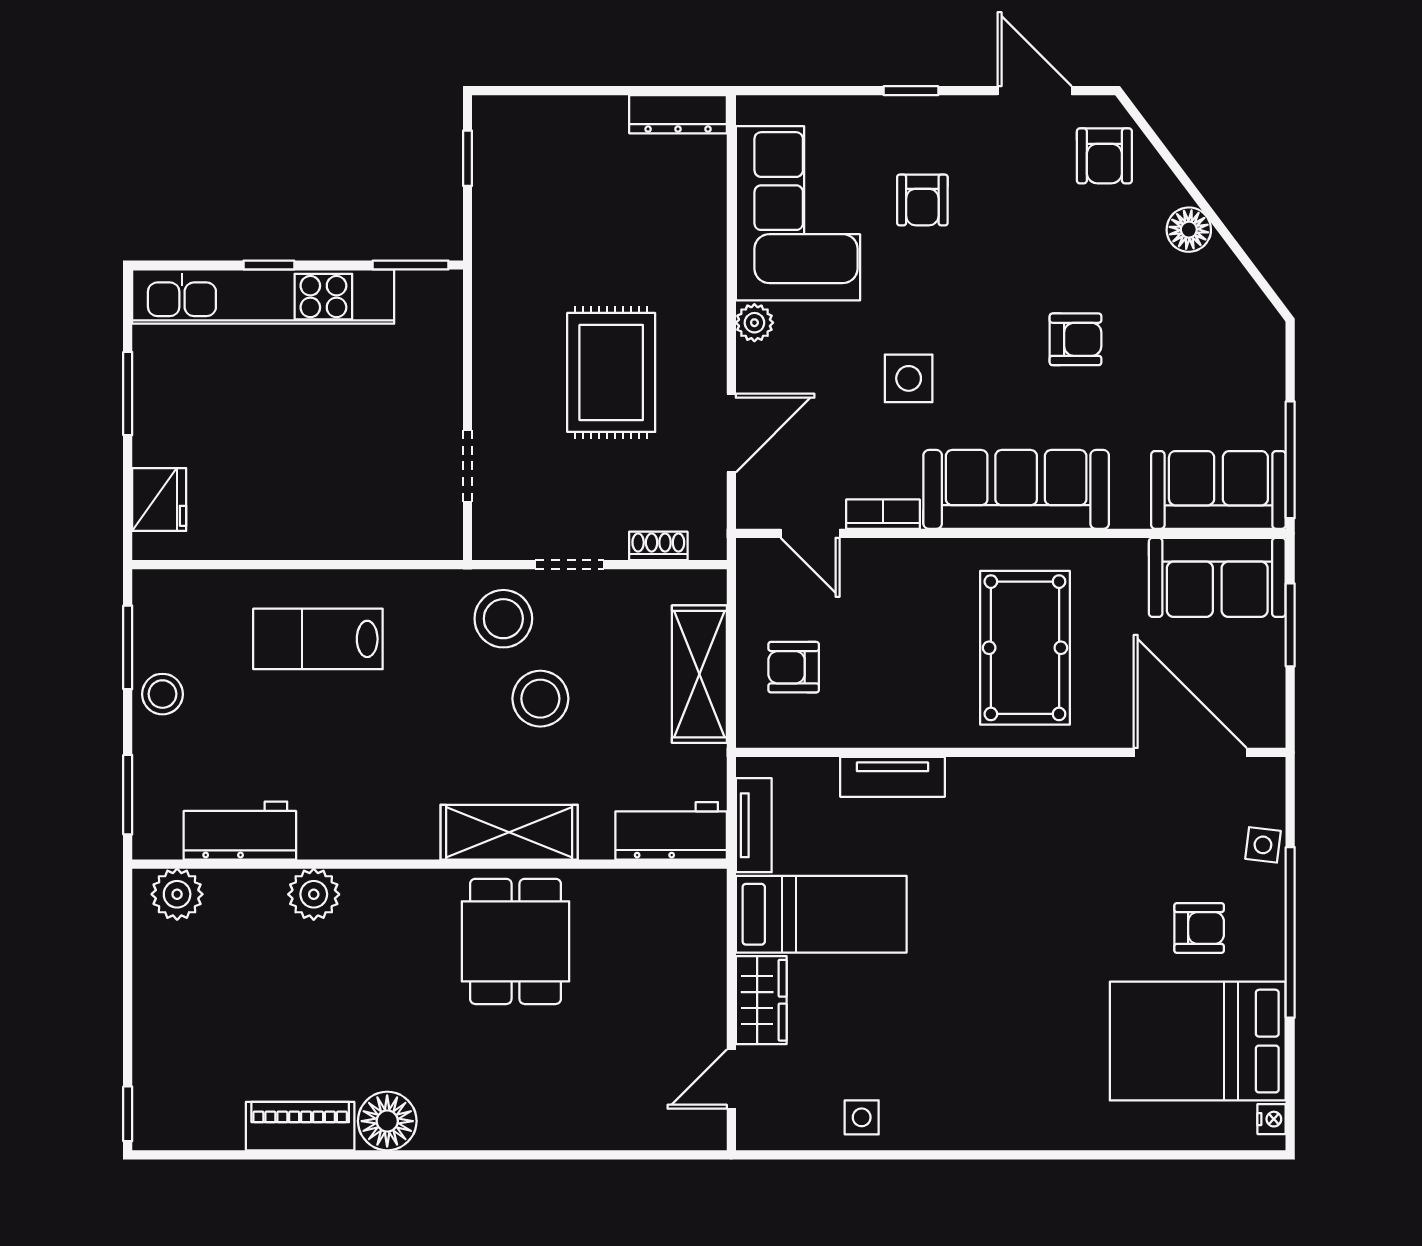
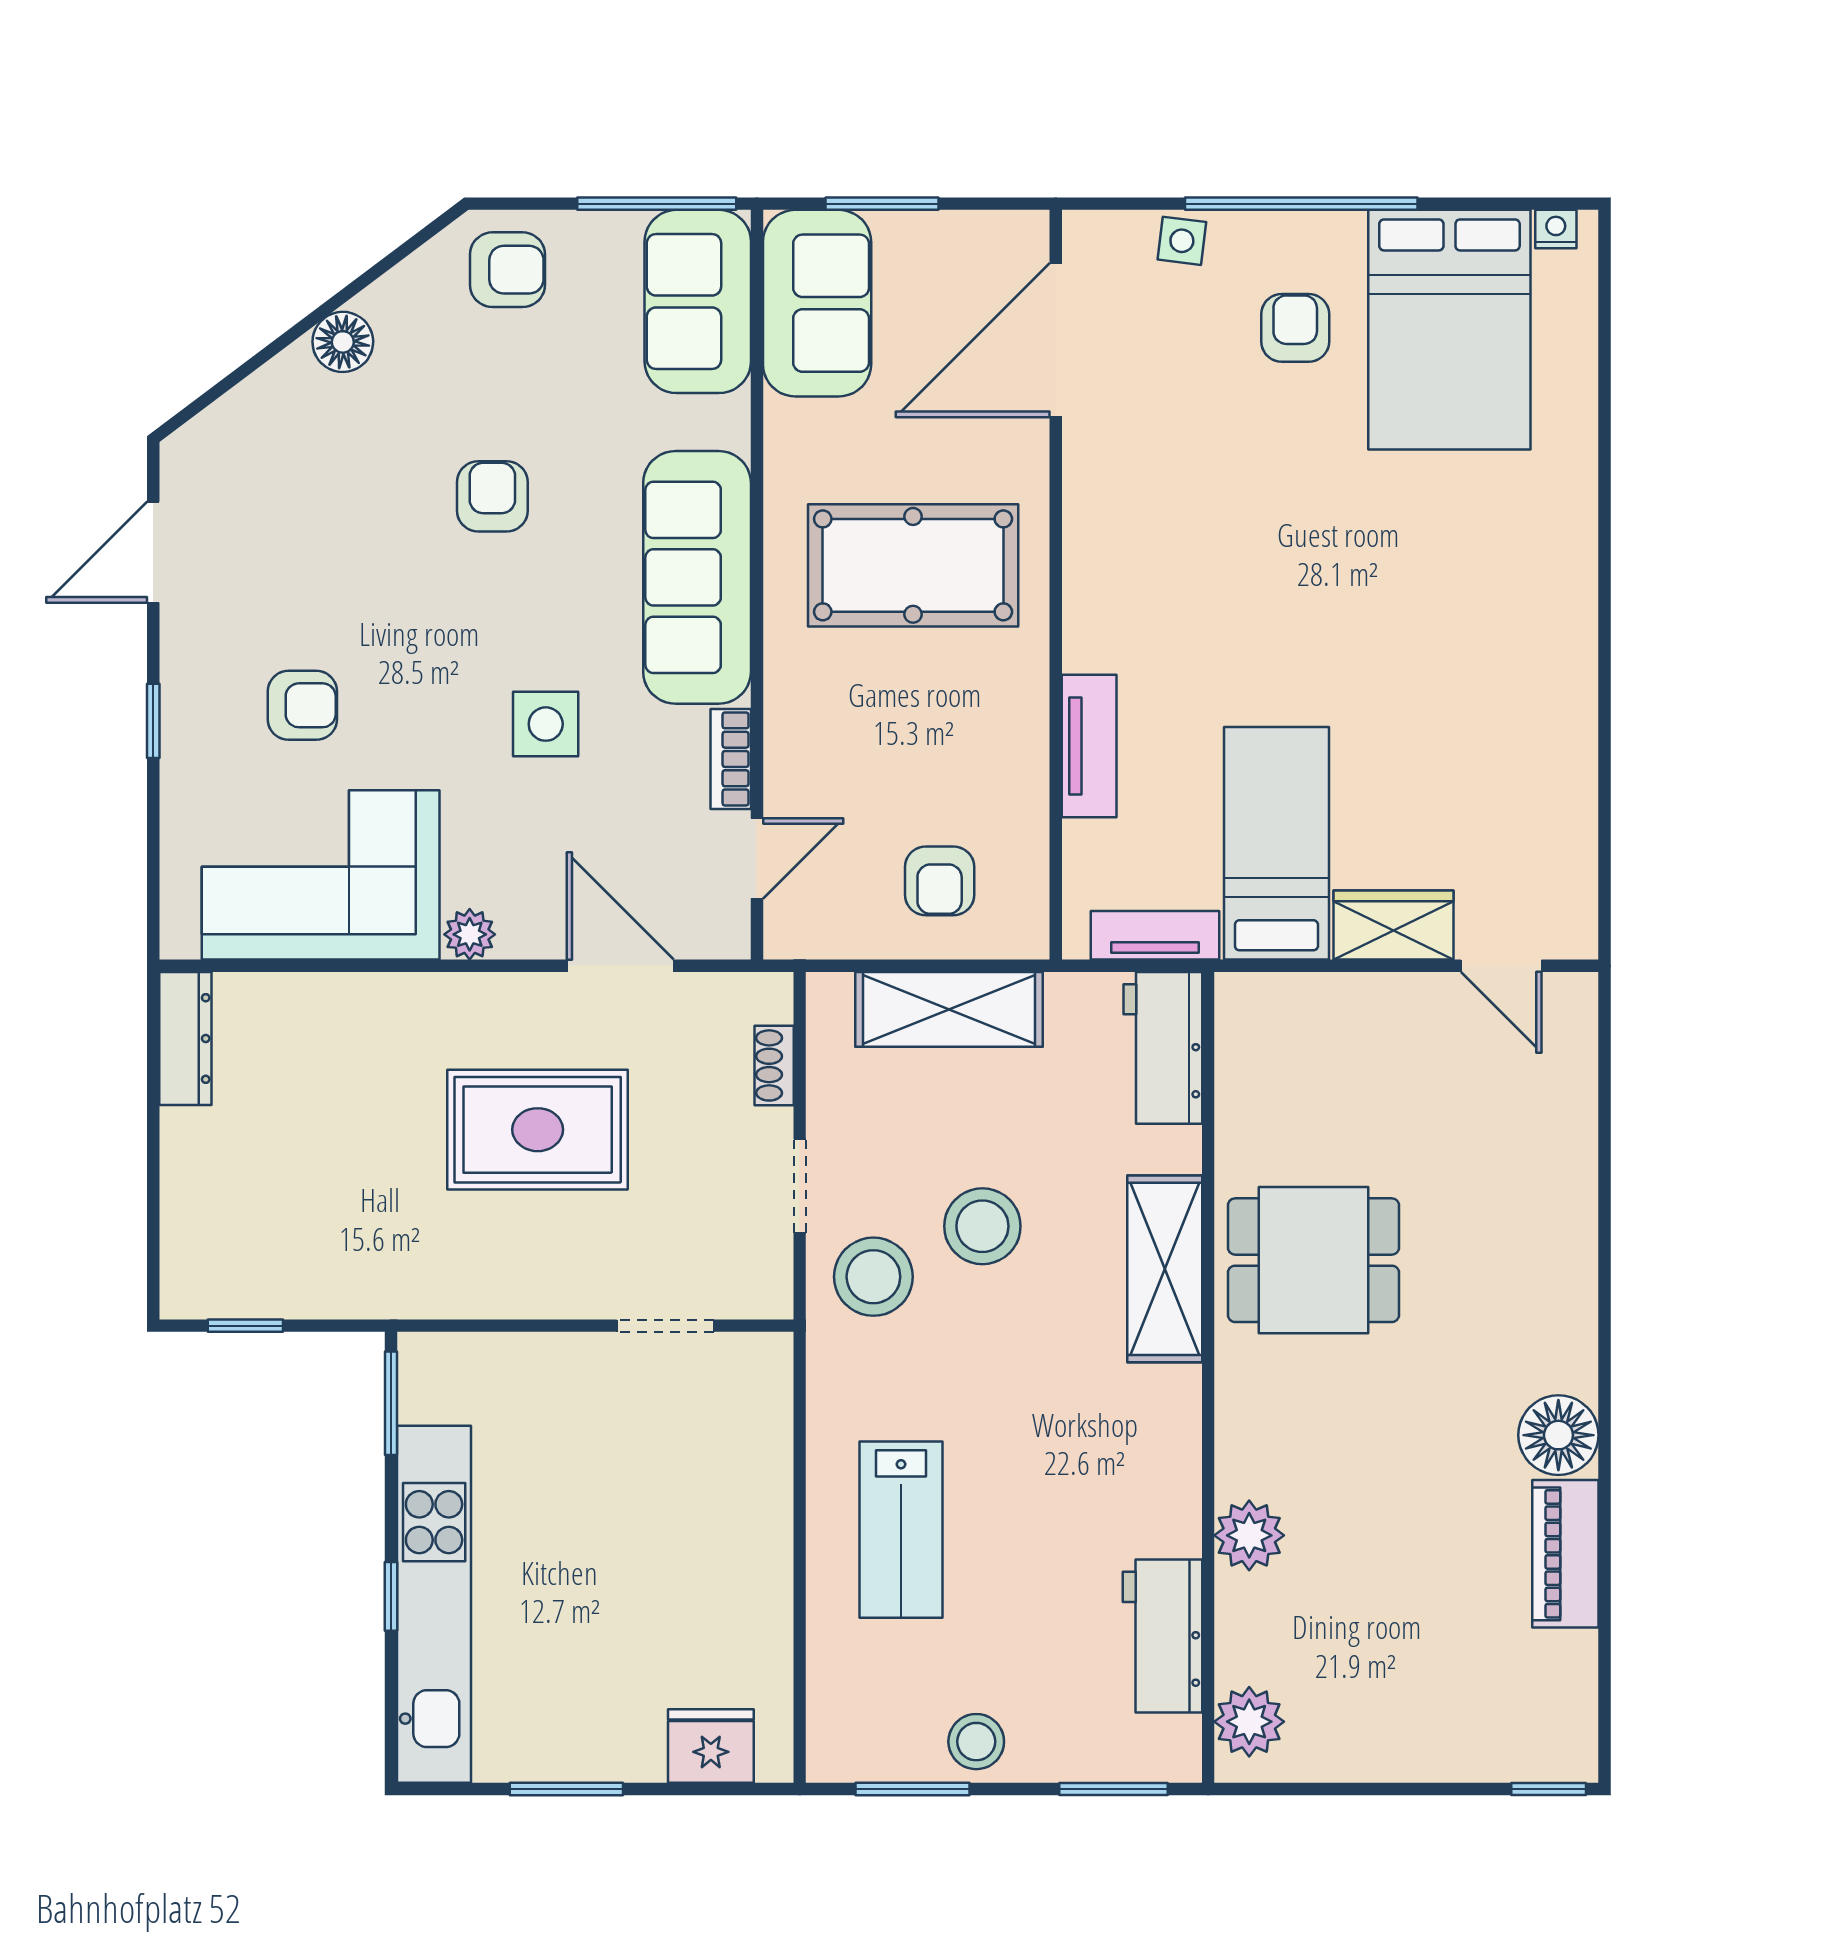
armchair: (1104, 156) -> (507, 270), moved
side table: (862, 1117) -> (1553, 788), removed

